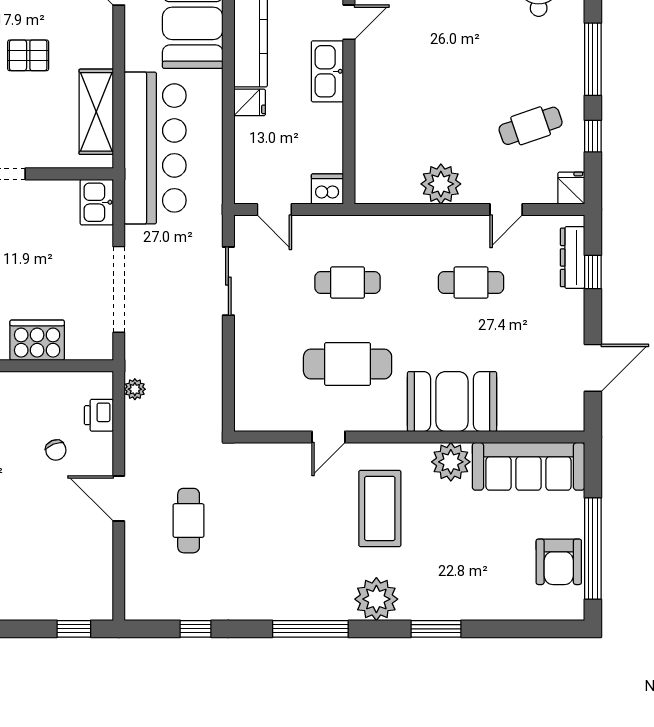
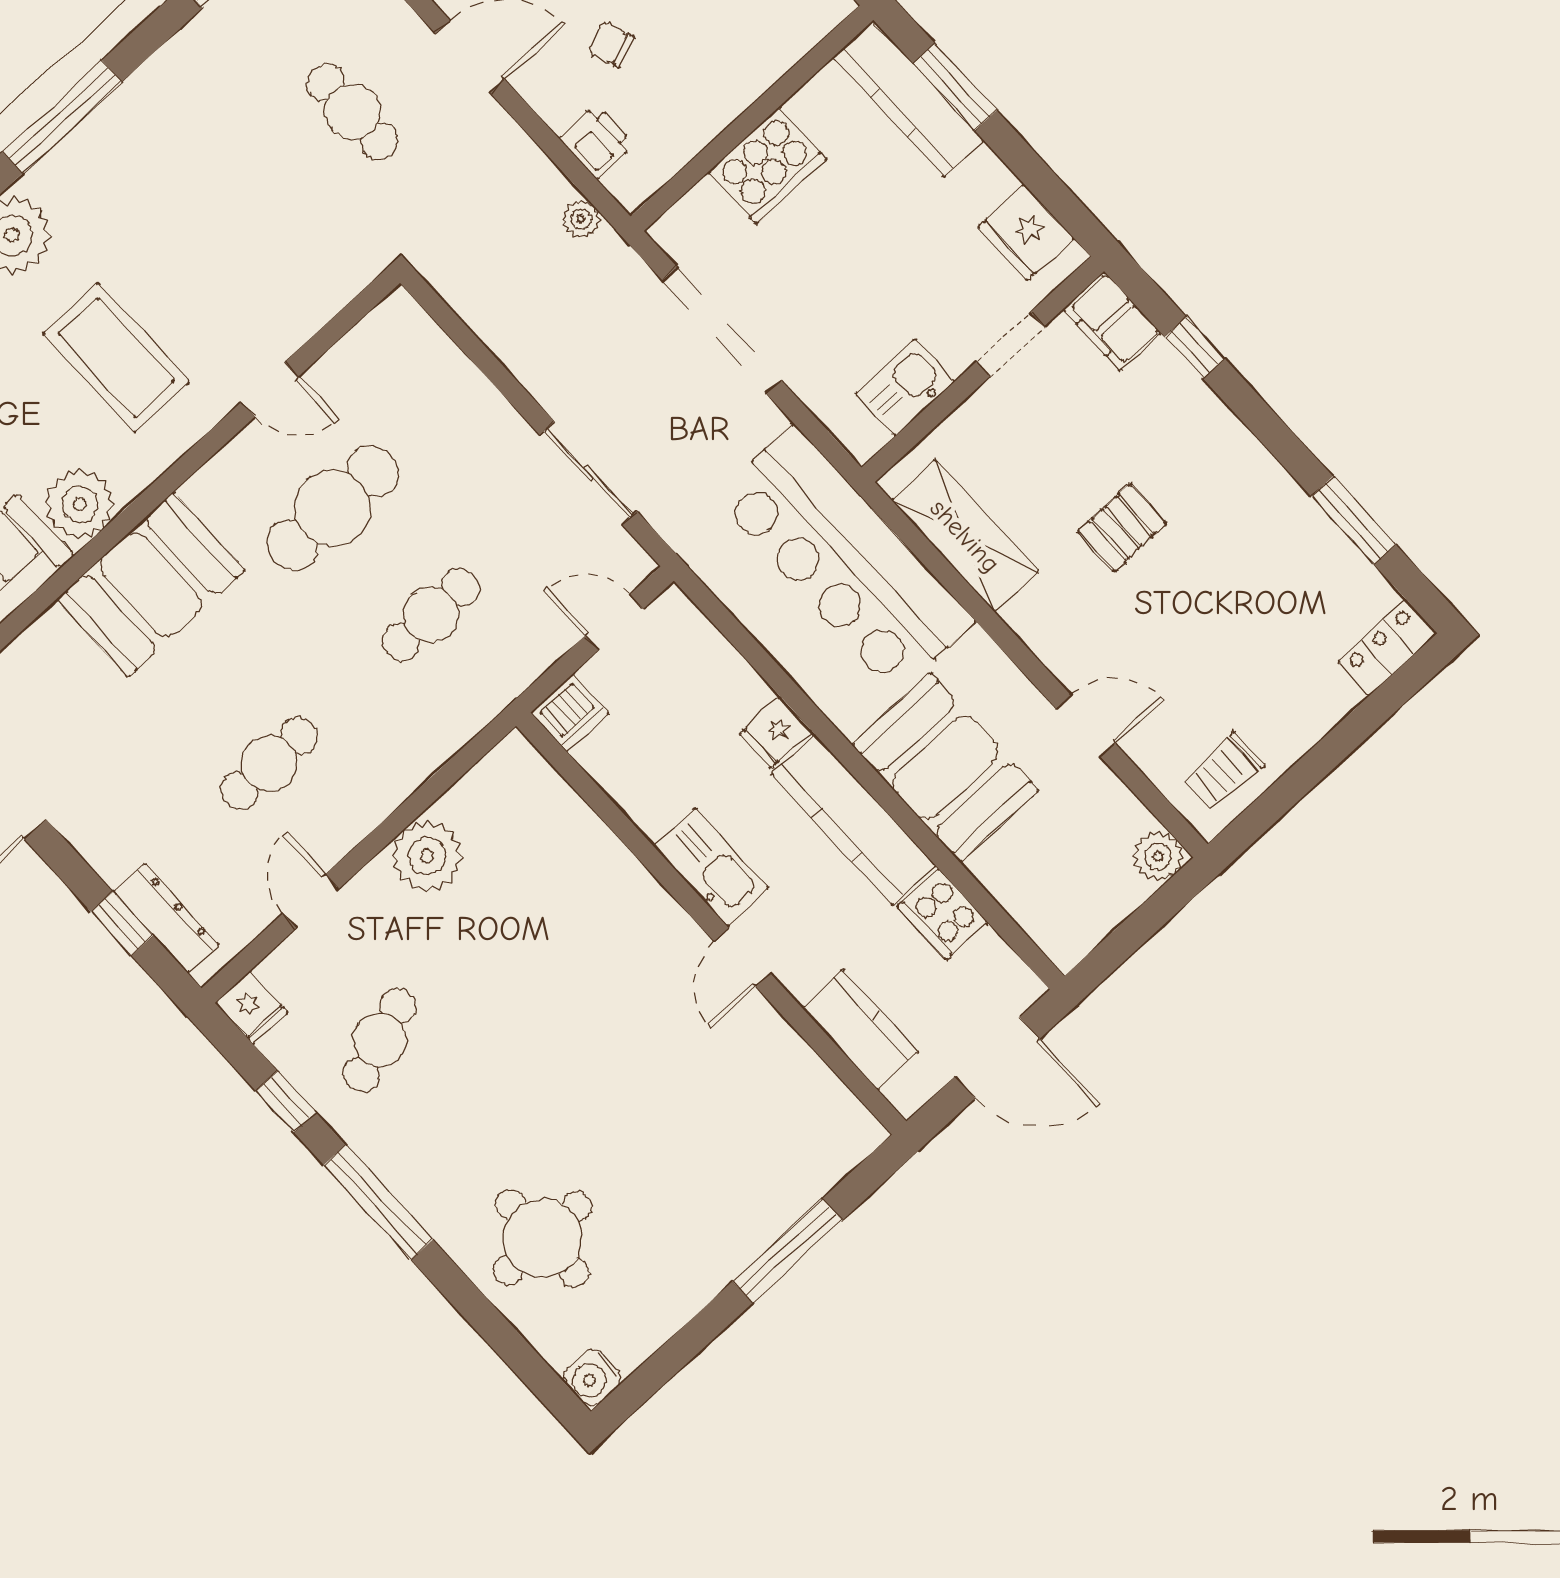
kitchen sink: (97, 202) -> (905, 388), moved, turned -90
door: (328, 437) -> (270, 389), swing flipped

